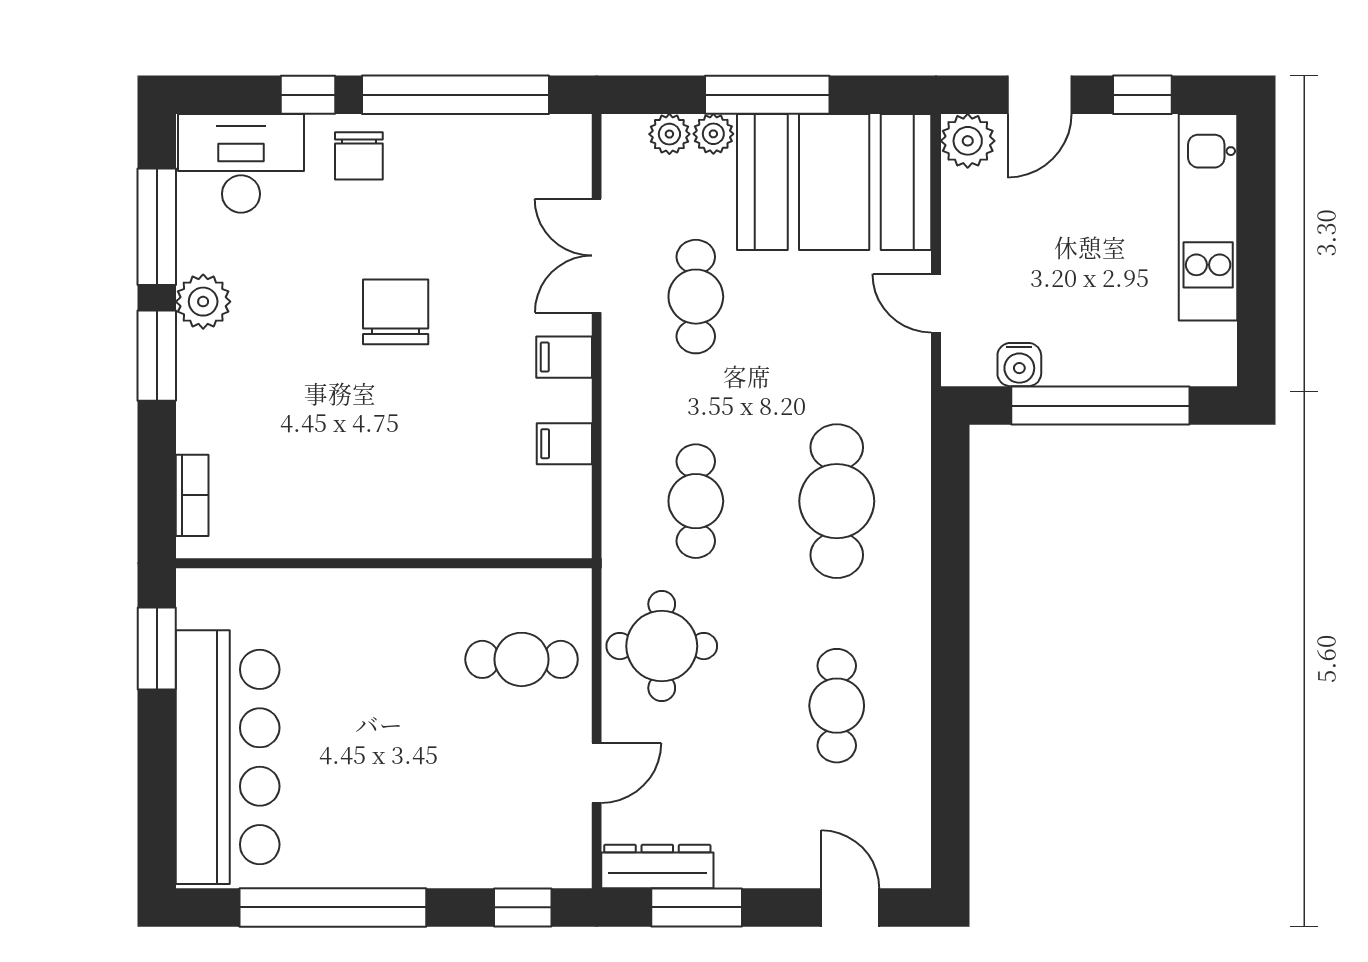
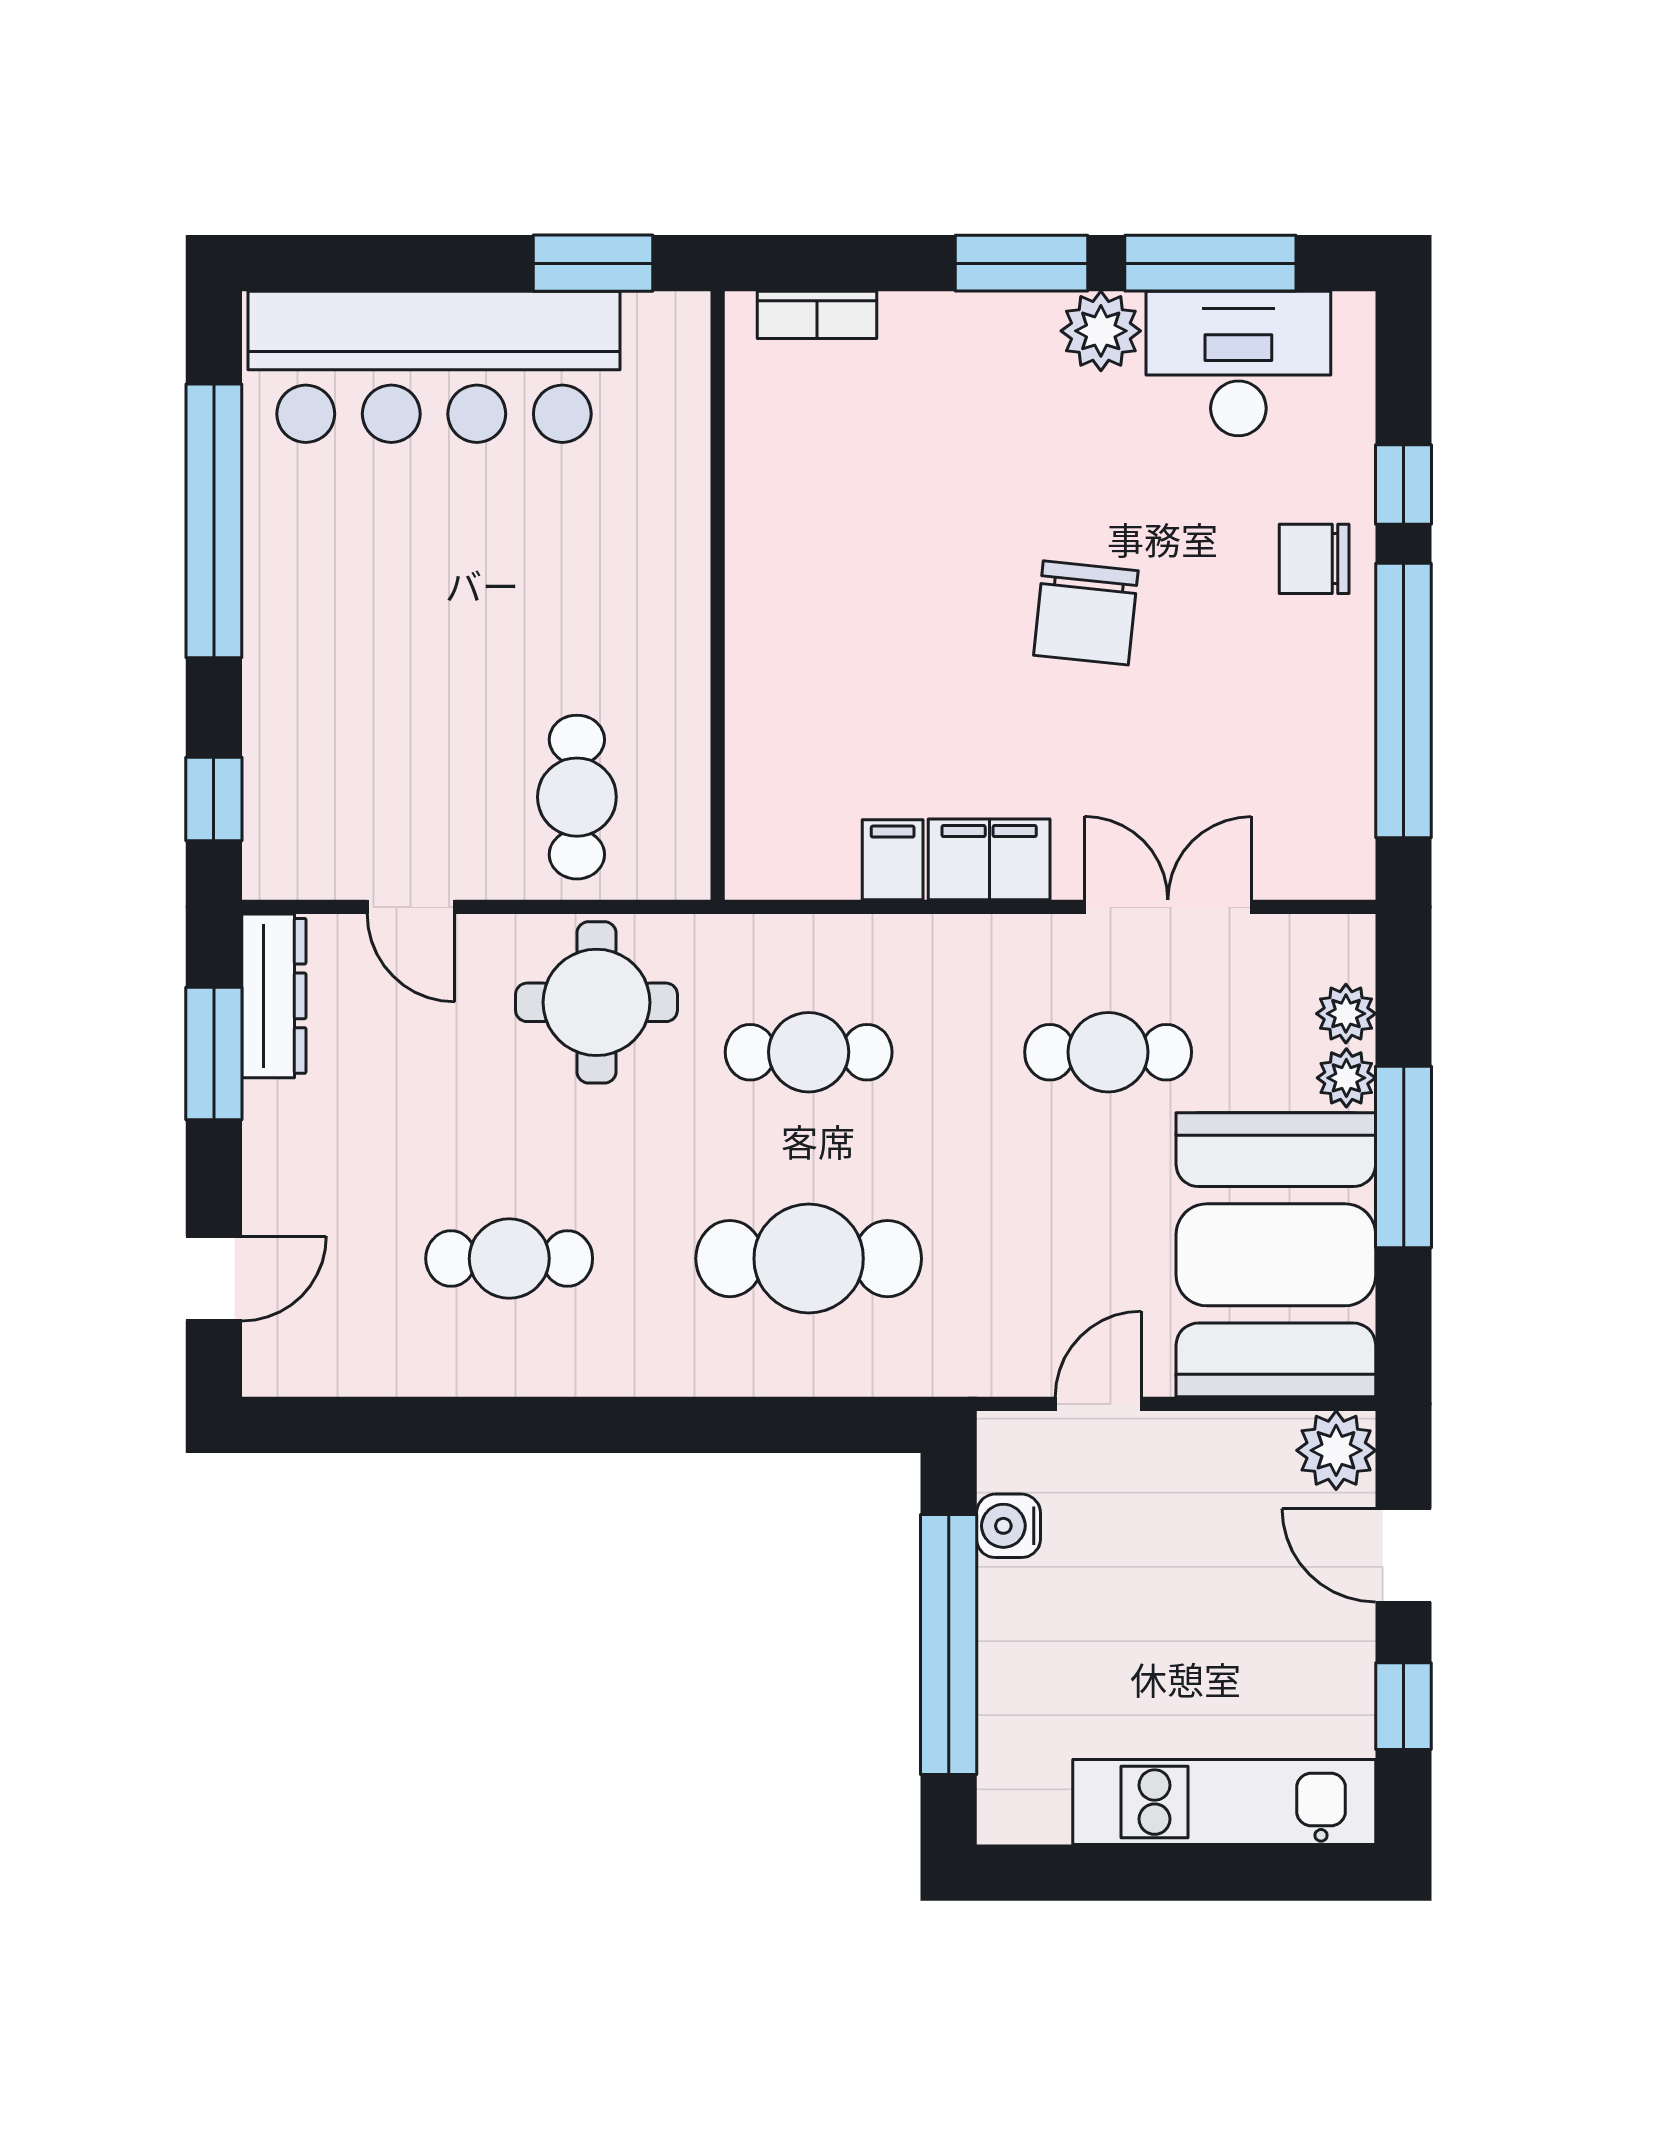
desk: (241, 163) -> (1238, 363), moved, turned -90
chair: (396, 312) -> (1086, 613), turned 96
filing cabinet: (564, 357) -> (989, 859), width x2.00

